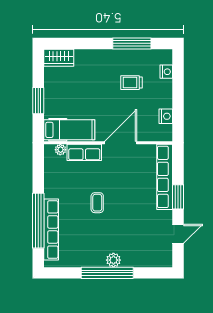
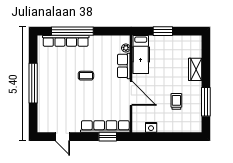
wardrobe: (59, 58) -> (195, 69), moved
nightstand: (166, 72) -> (185, 128), removed
window: (178, 197) -> (108, 137), moved
plant: (113, 260) -> (43, 88), removed

